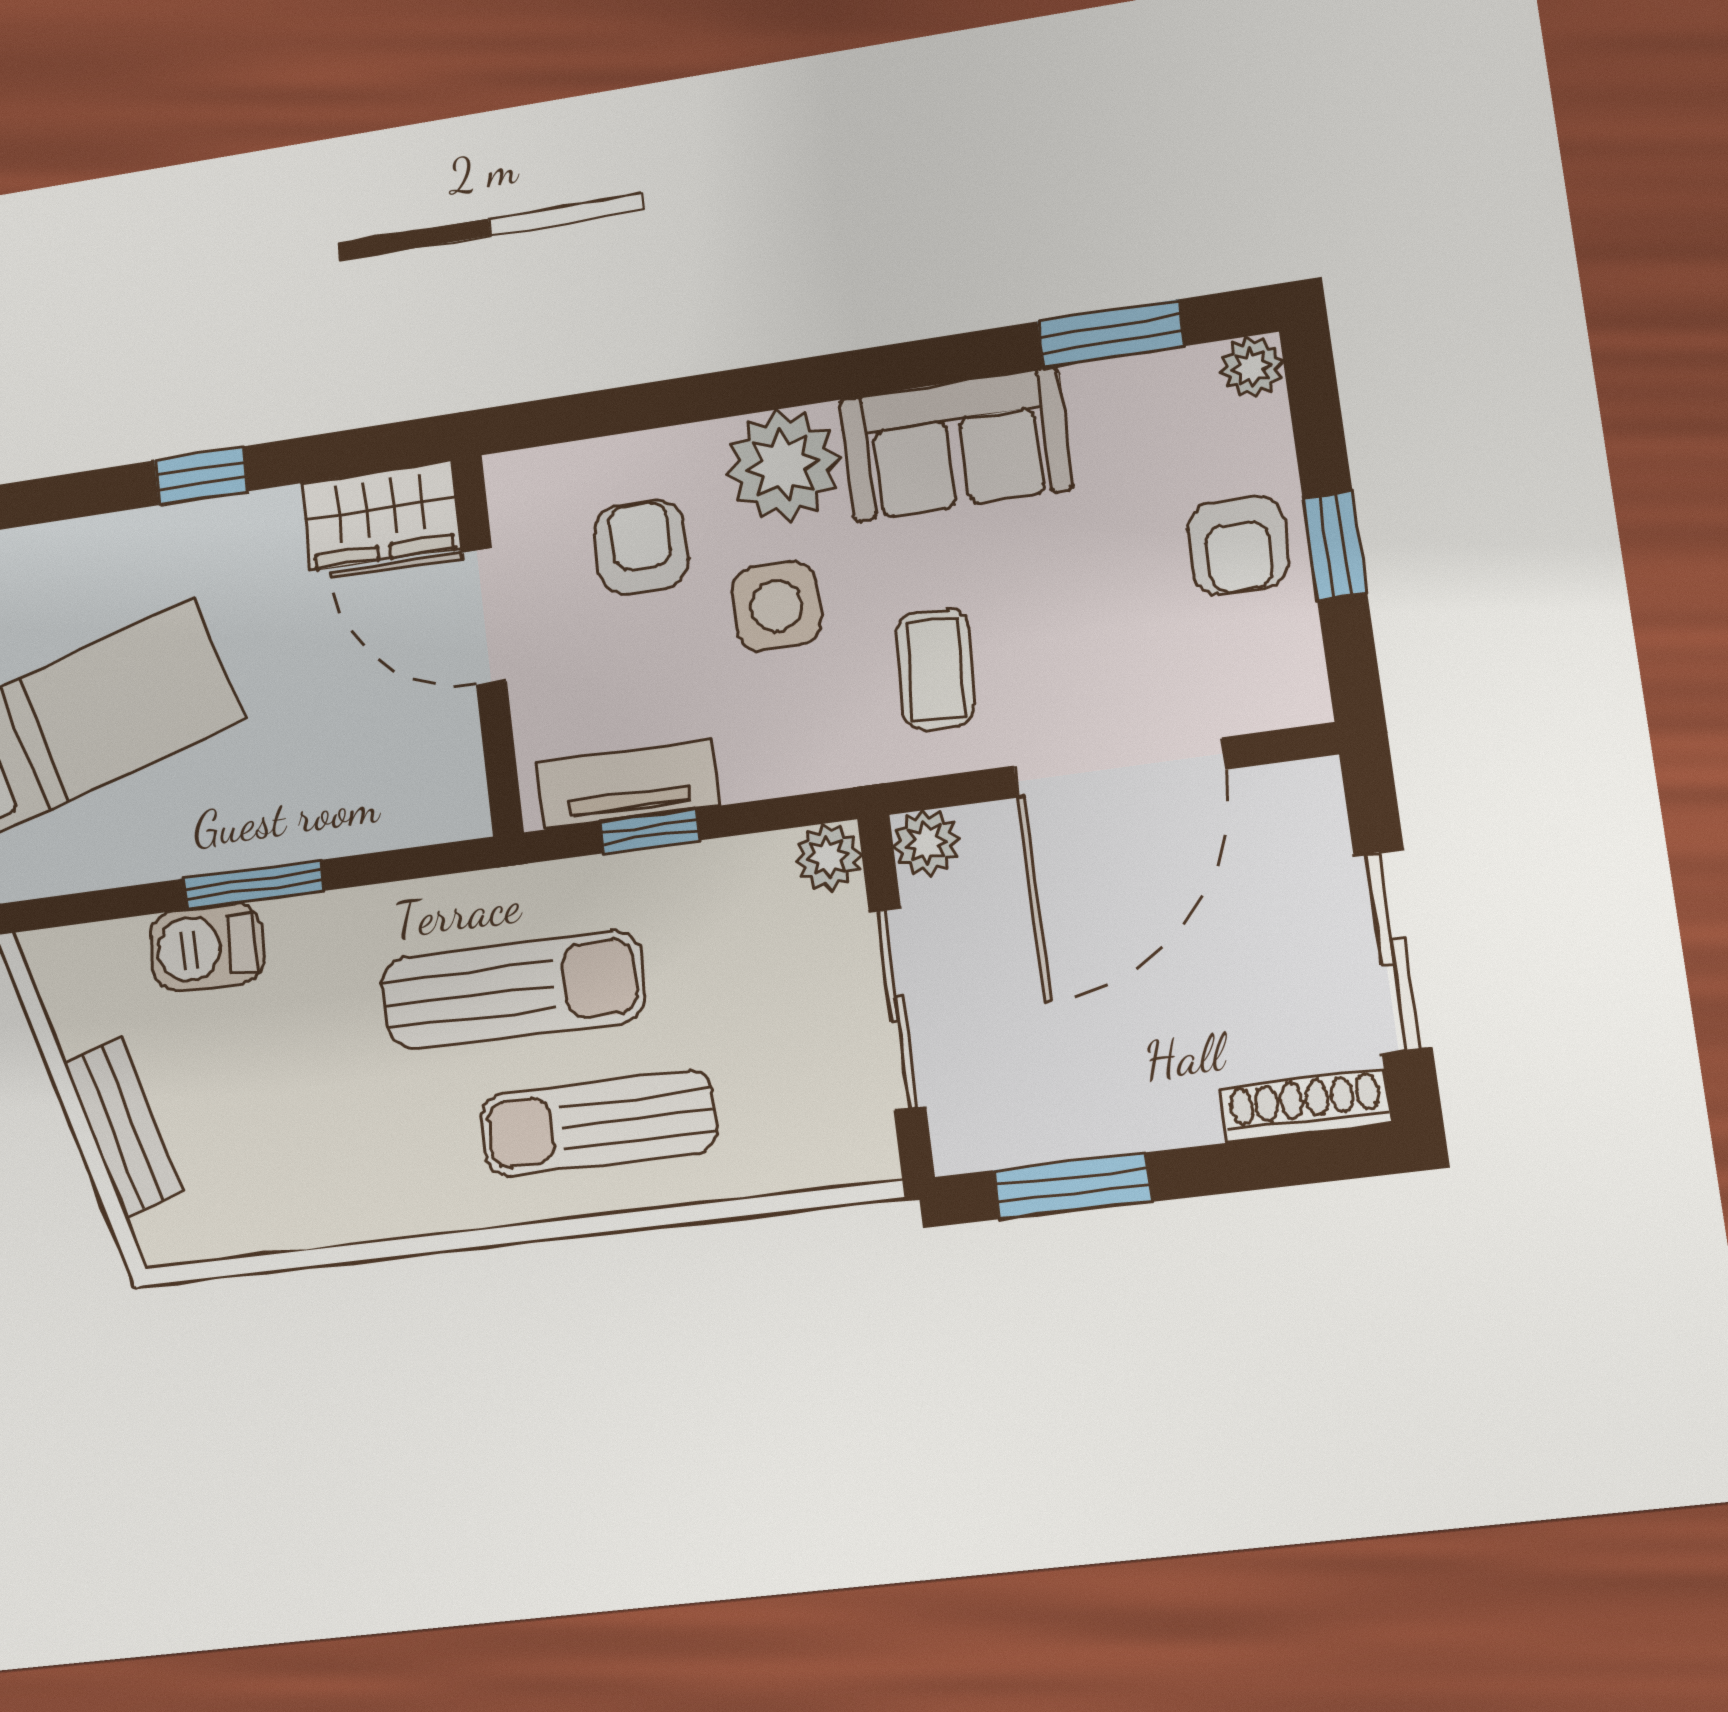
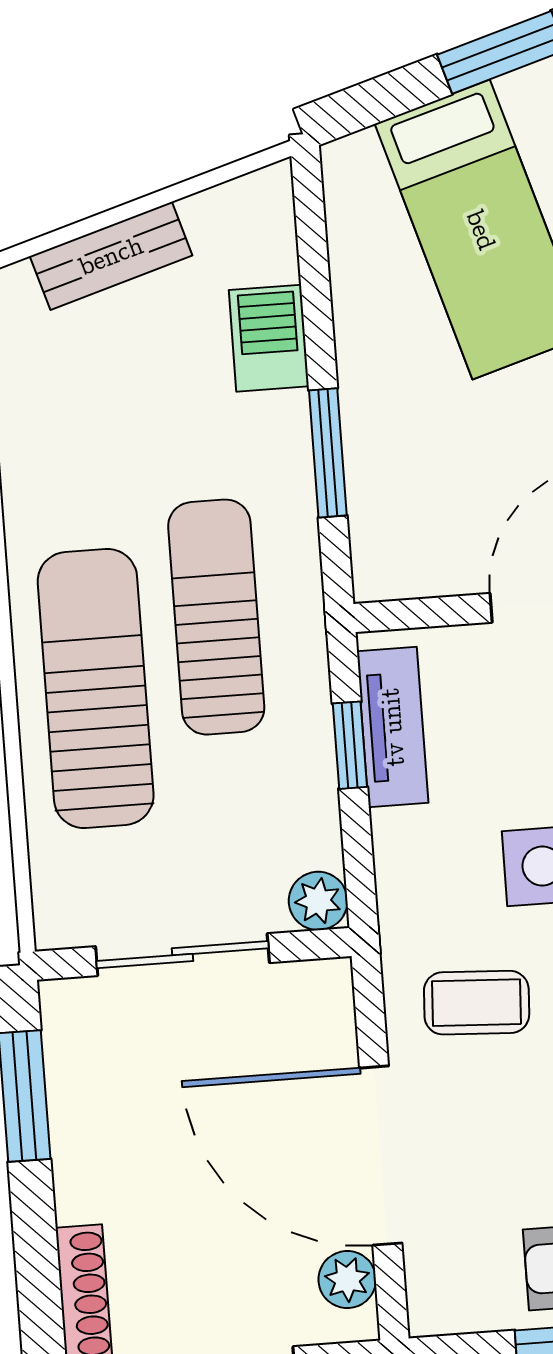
plant: (926, 843) -> (347, 1280), moved
window: (254, 885) -> (328, 453), moved
sun lounger: (513, 990) -> (216, 617), turned 180
sun lounger: (598, 1123) -> (96, 688), width x1.36, depth x1.34

